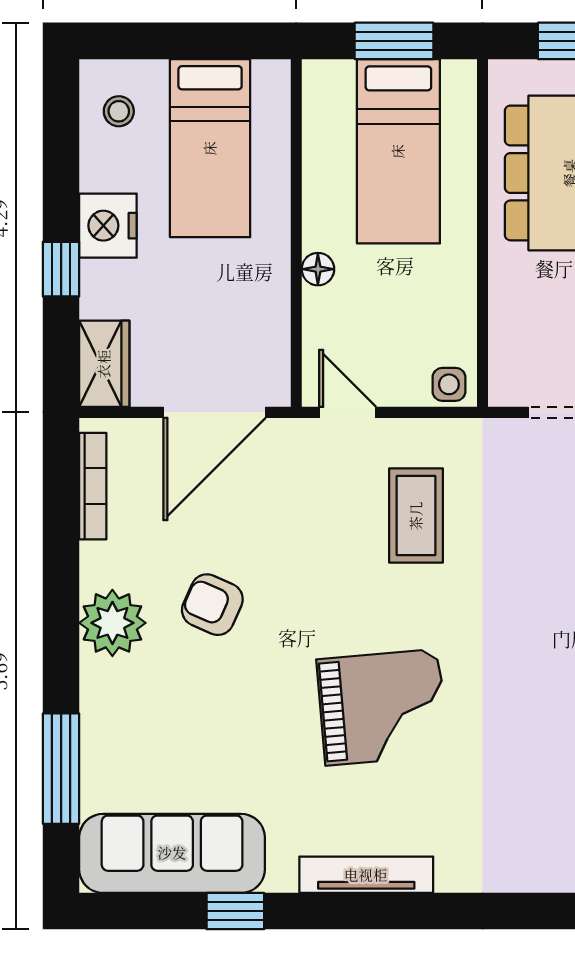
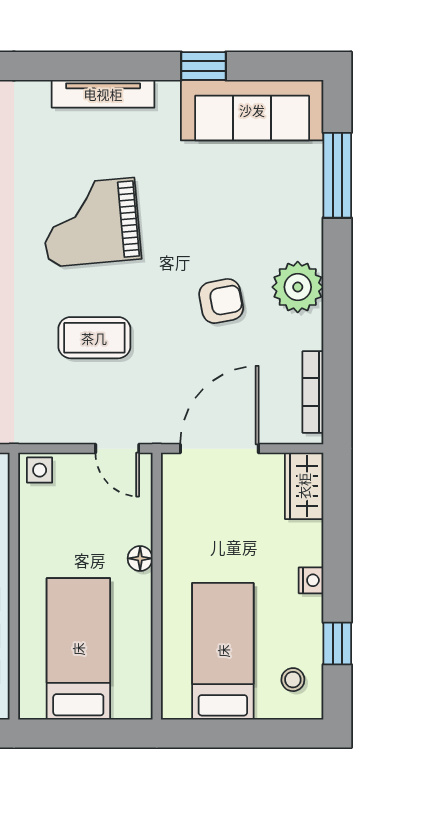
window: (394, 41) -> (82, 734), removed
nightstand: (108, 226) -> (311, 580), width x0.53, depth x0.56
window: (61, 269) -> (337, 643), moved
coffee table: (416, 516) -> (94, 338), moved, turned 90
armchair: (212, 605) -> (221, 301), turned -35

